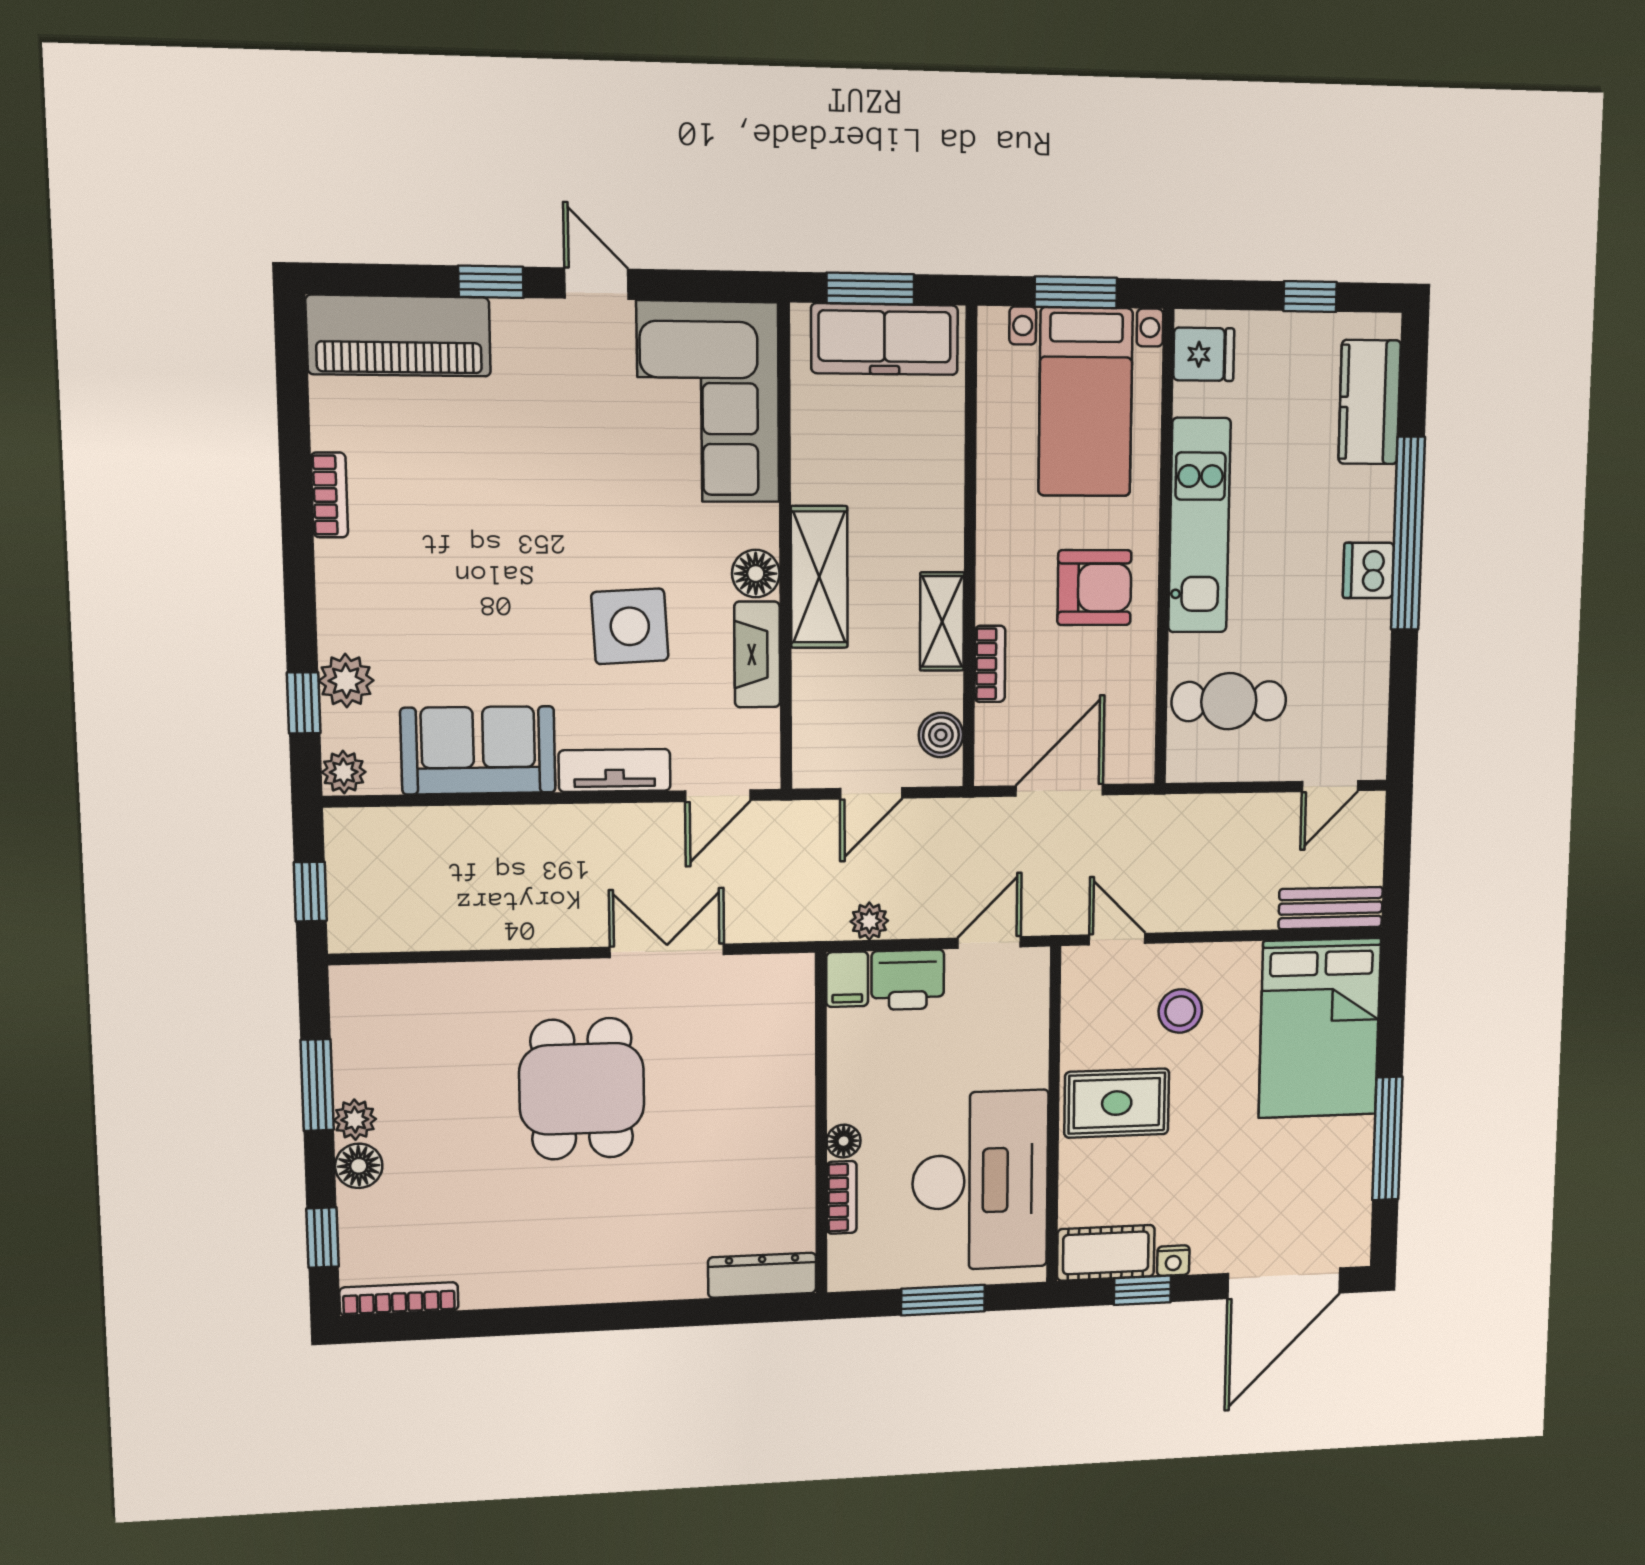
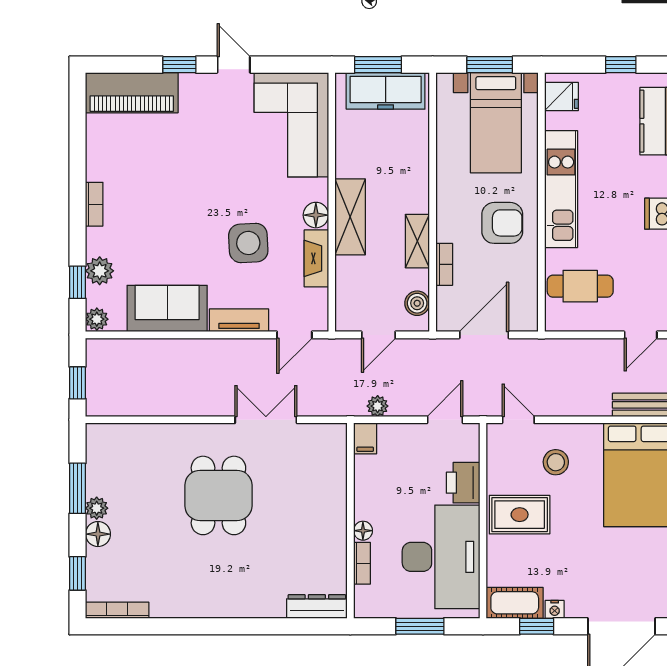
bookcase: (329, 495) -> (94, 204), moved
printer: (908, 980) -> (463, 483), moved, turned 90

